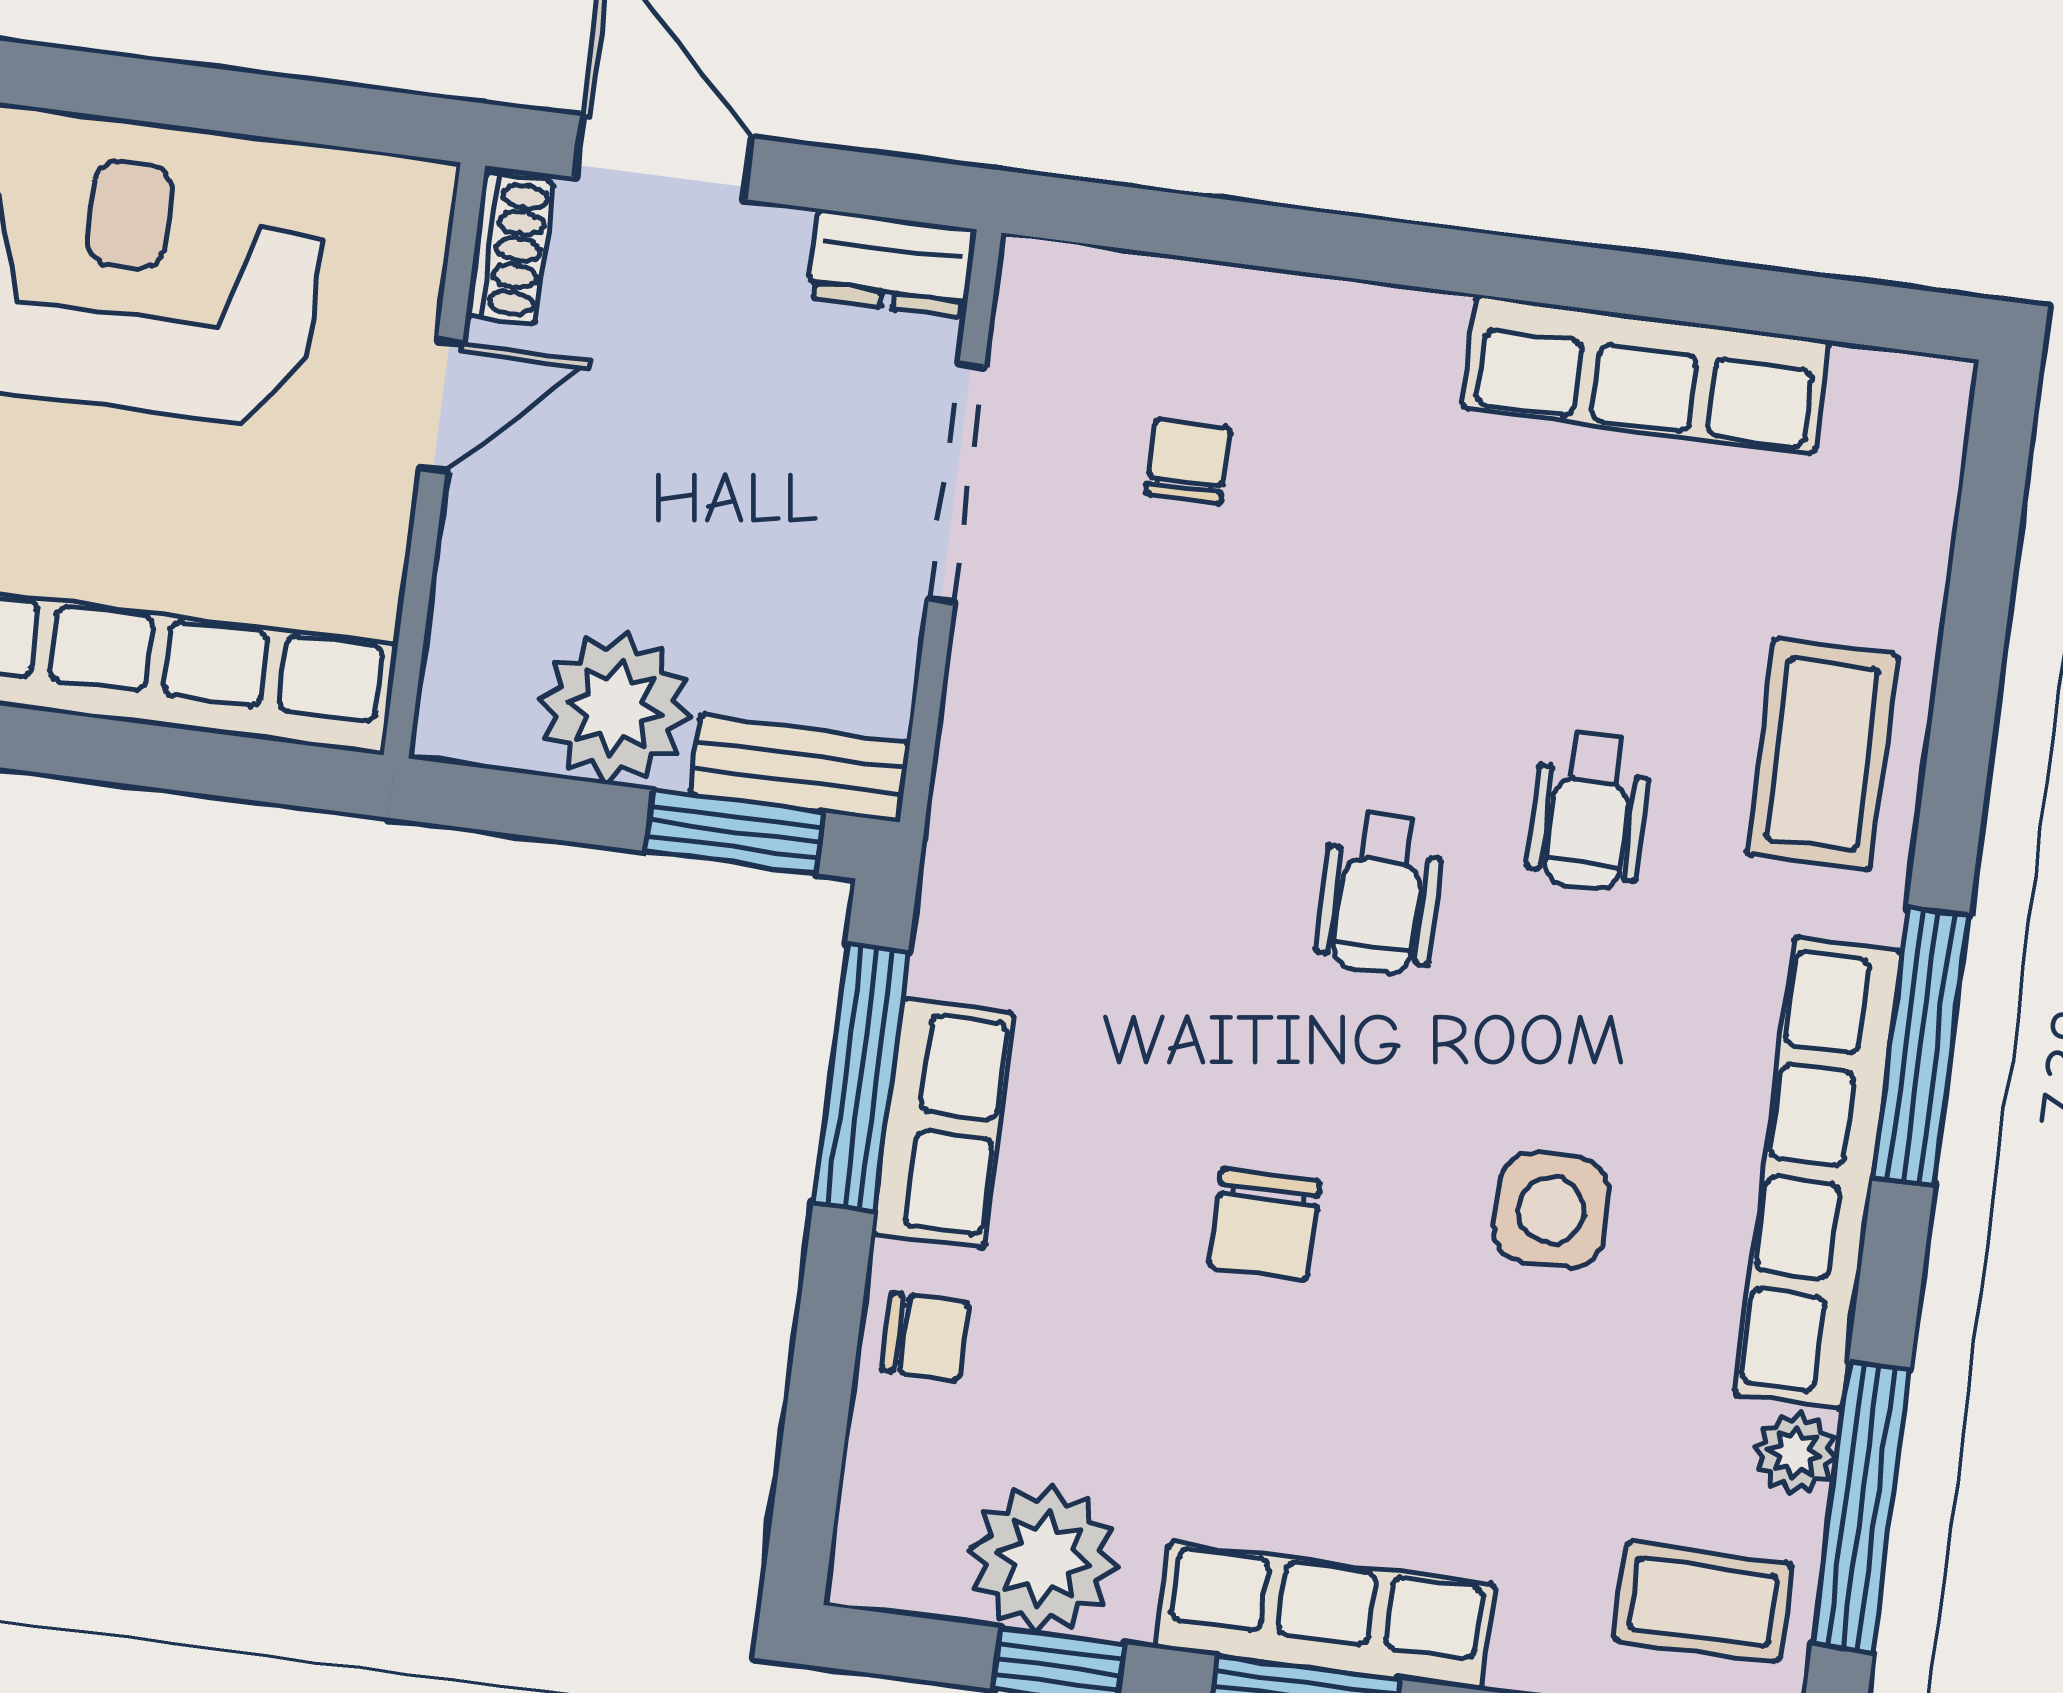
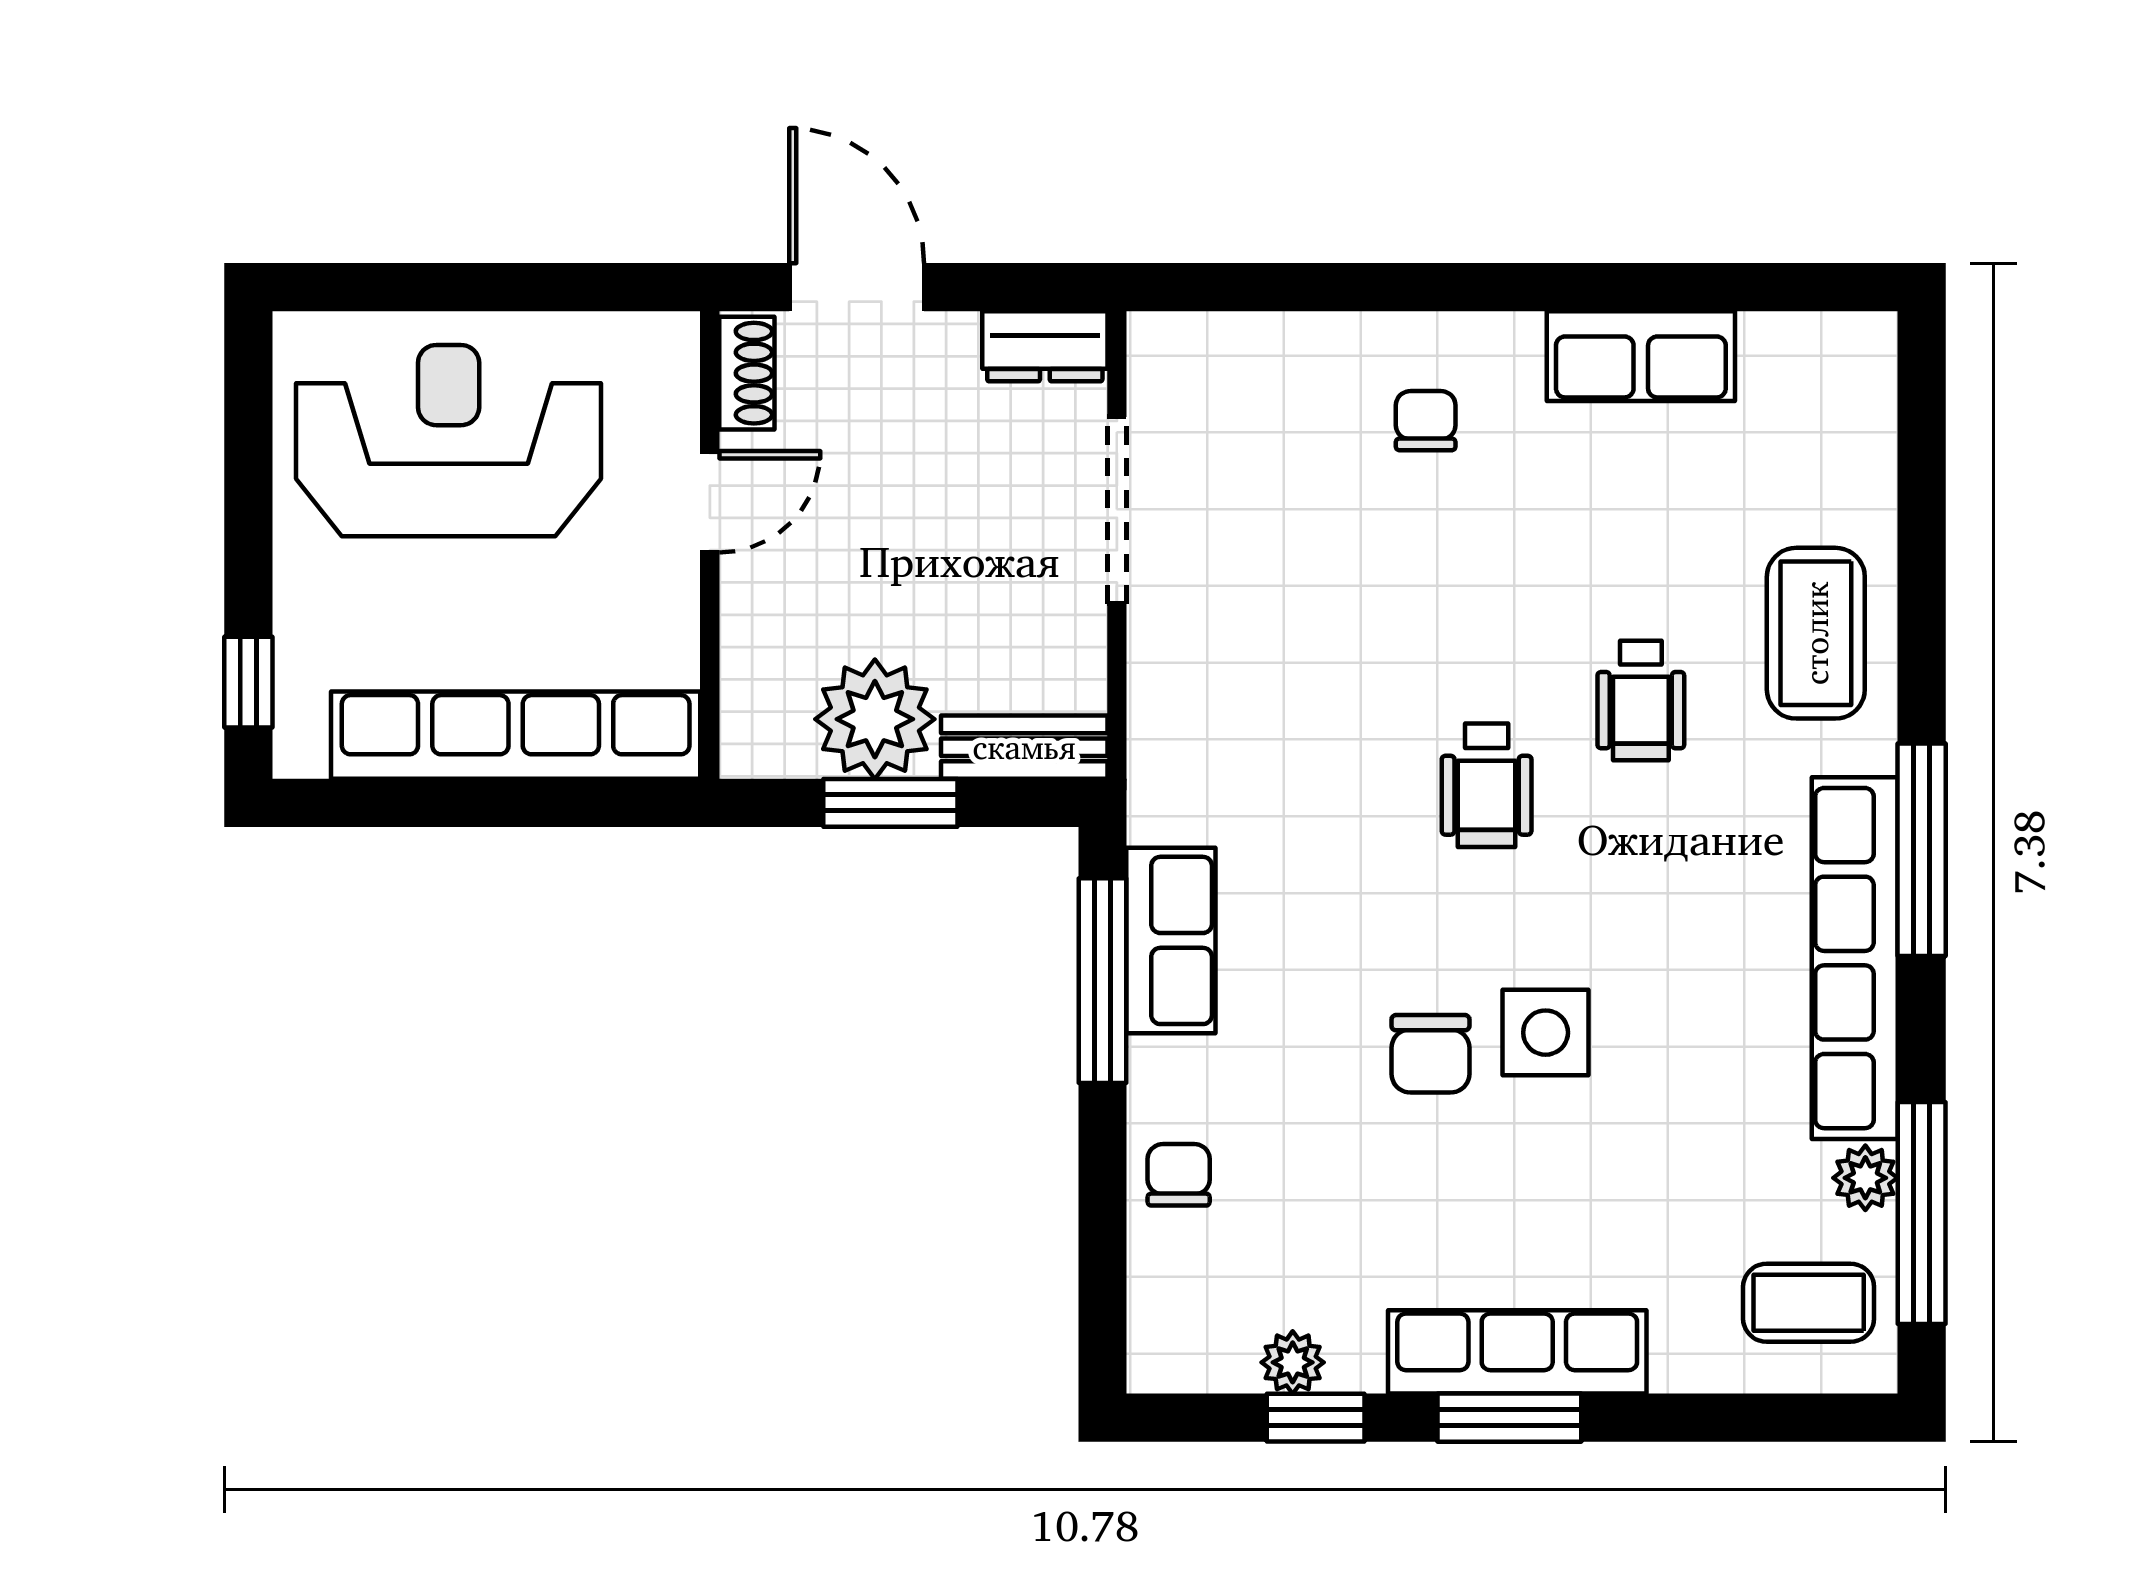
row of seats: (1646, 374) -> (1641, 356), width x0.68
chair: (1188, 461) -> (1426, 421), moved
window: (734, 832) -> (890, 803), moved
row of seats: (943, 1123) -> (1171, 940), moved
side table: (1551, 1210) -> (1546, 1033), moved
chair: (925, 1336) -> (1179, 1175), turned -90
plant: (1043, 1558) -> (1293, 1362), width x0.53, depth x0.53

